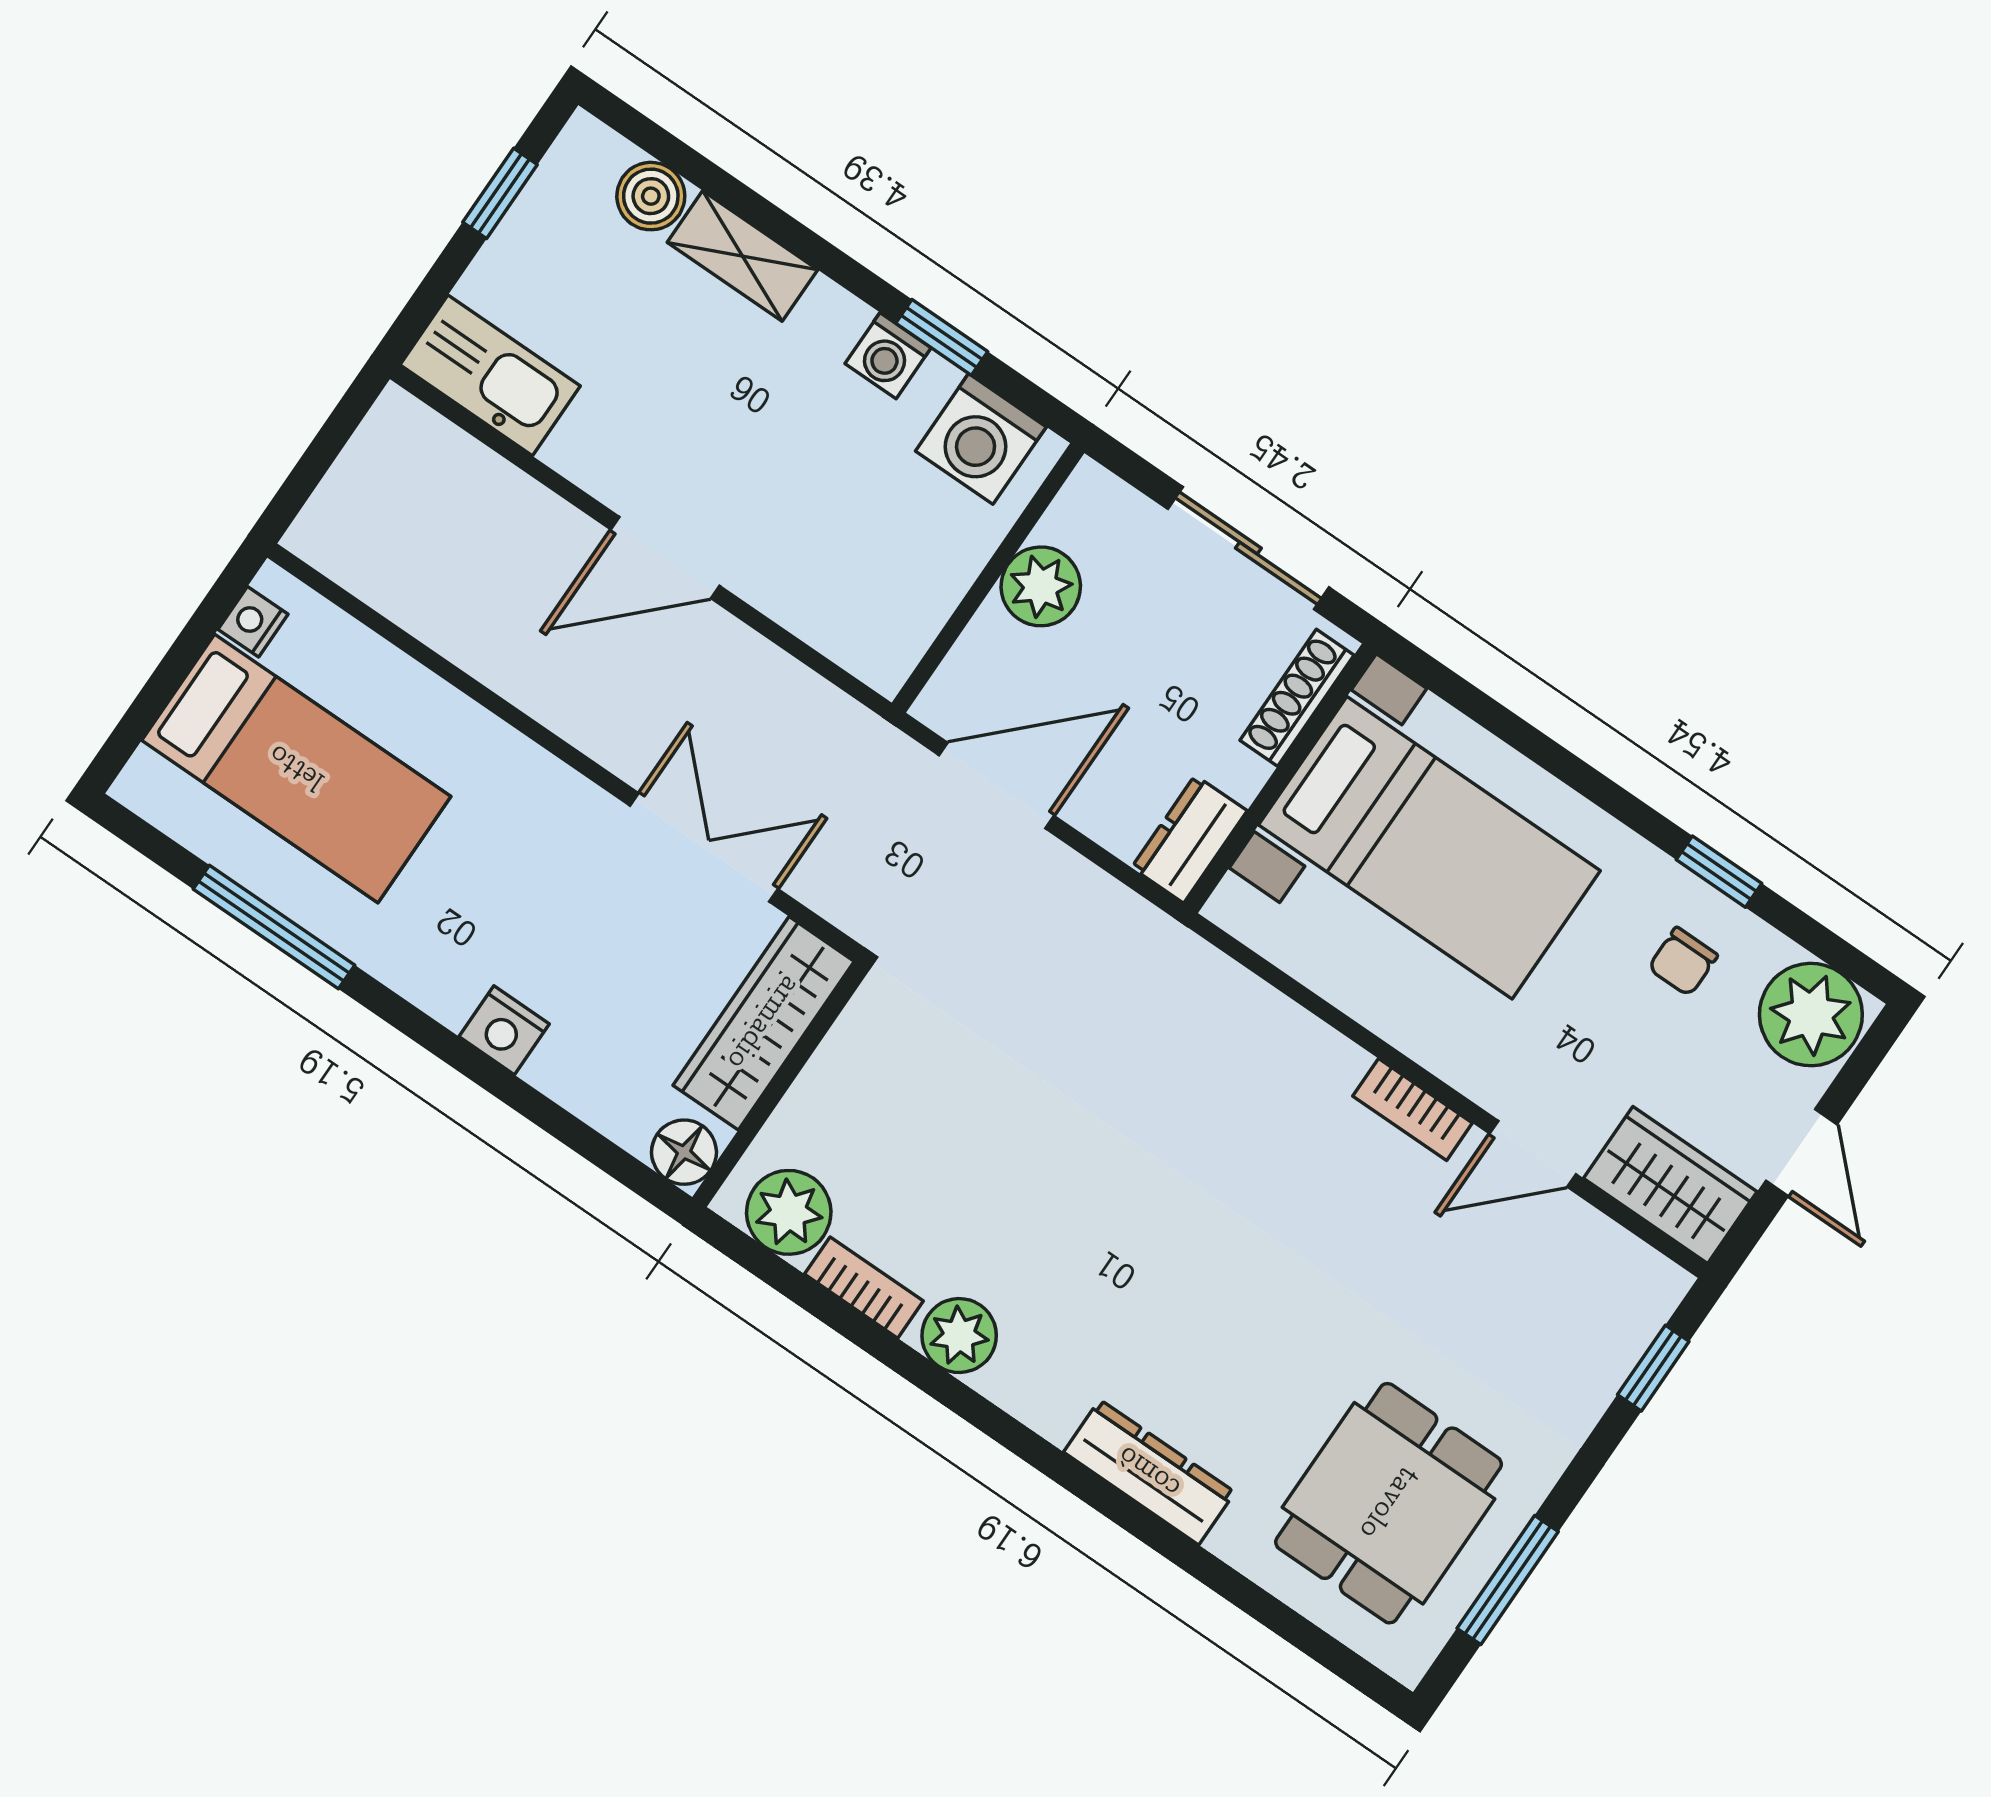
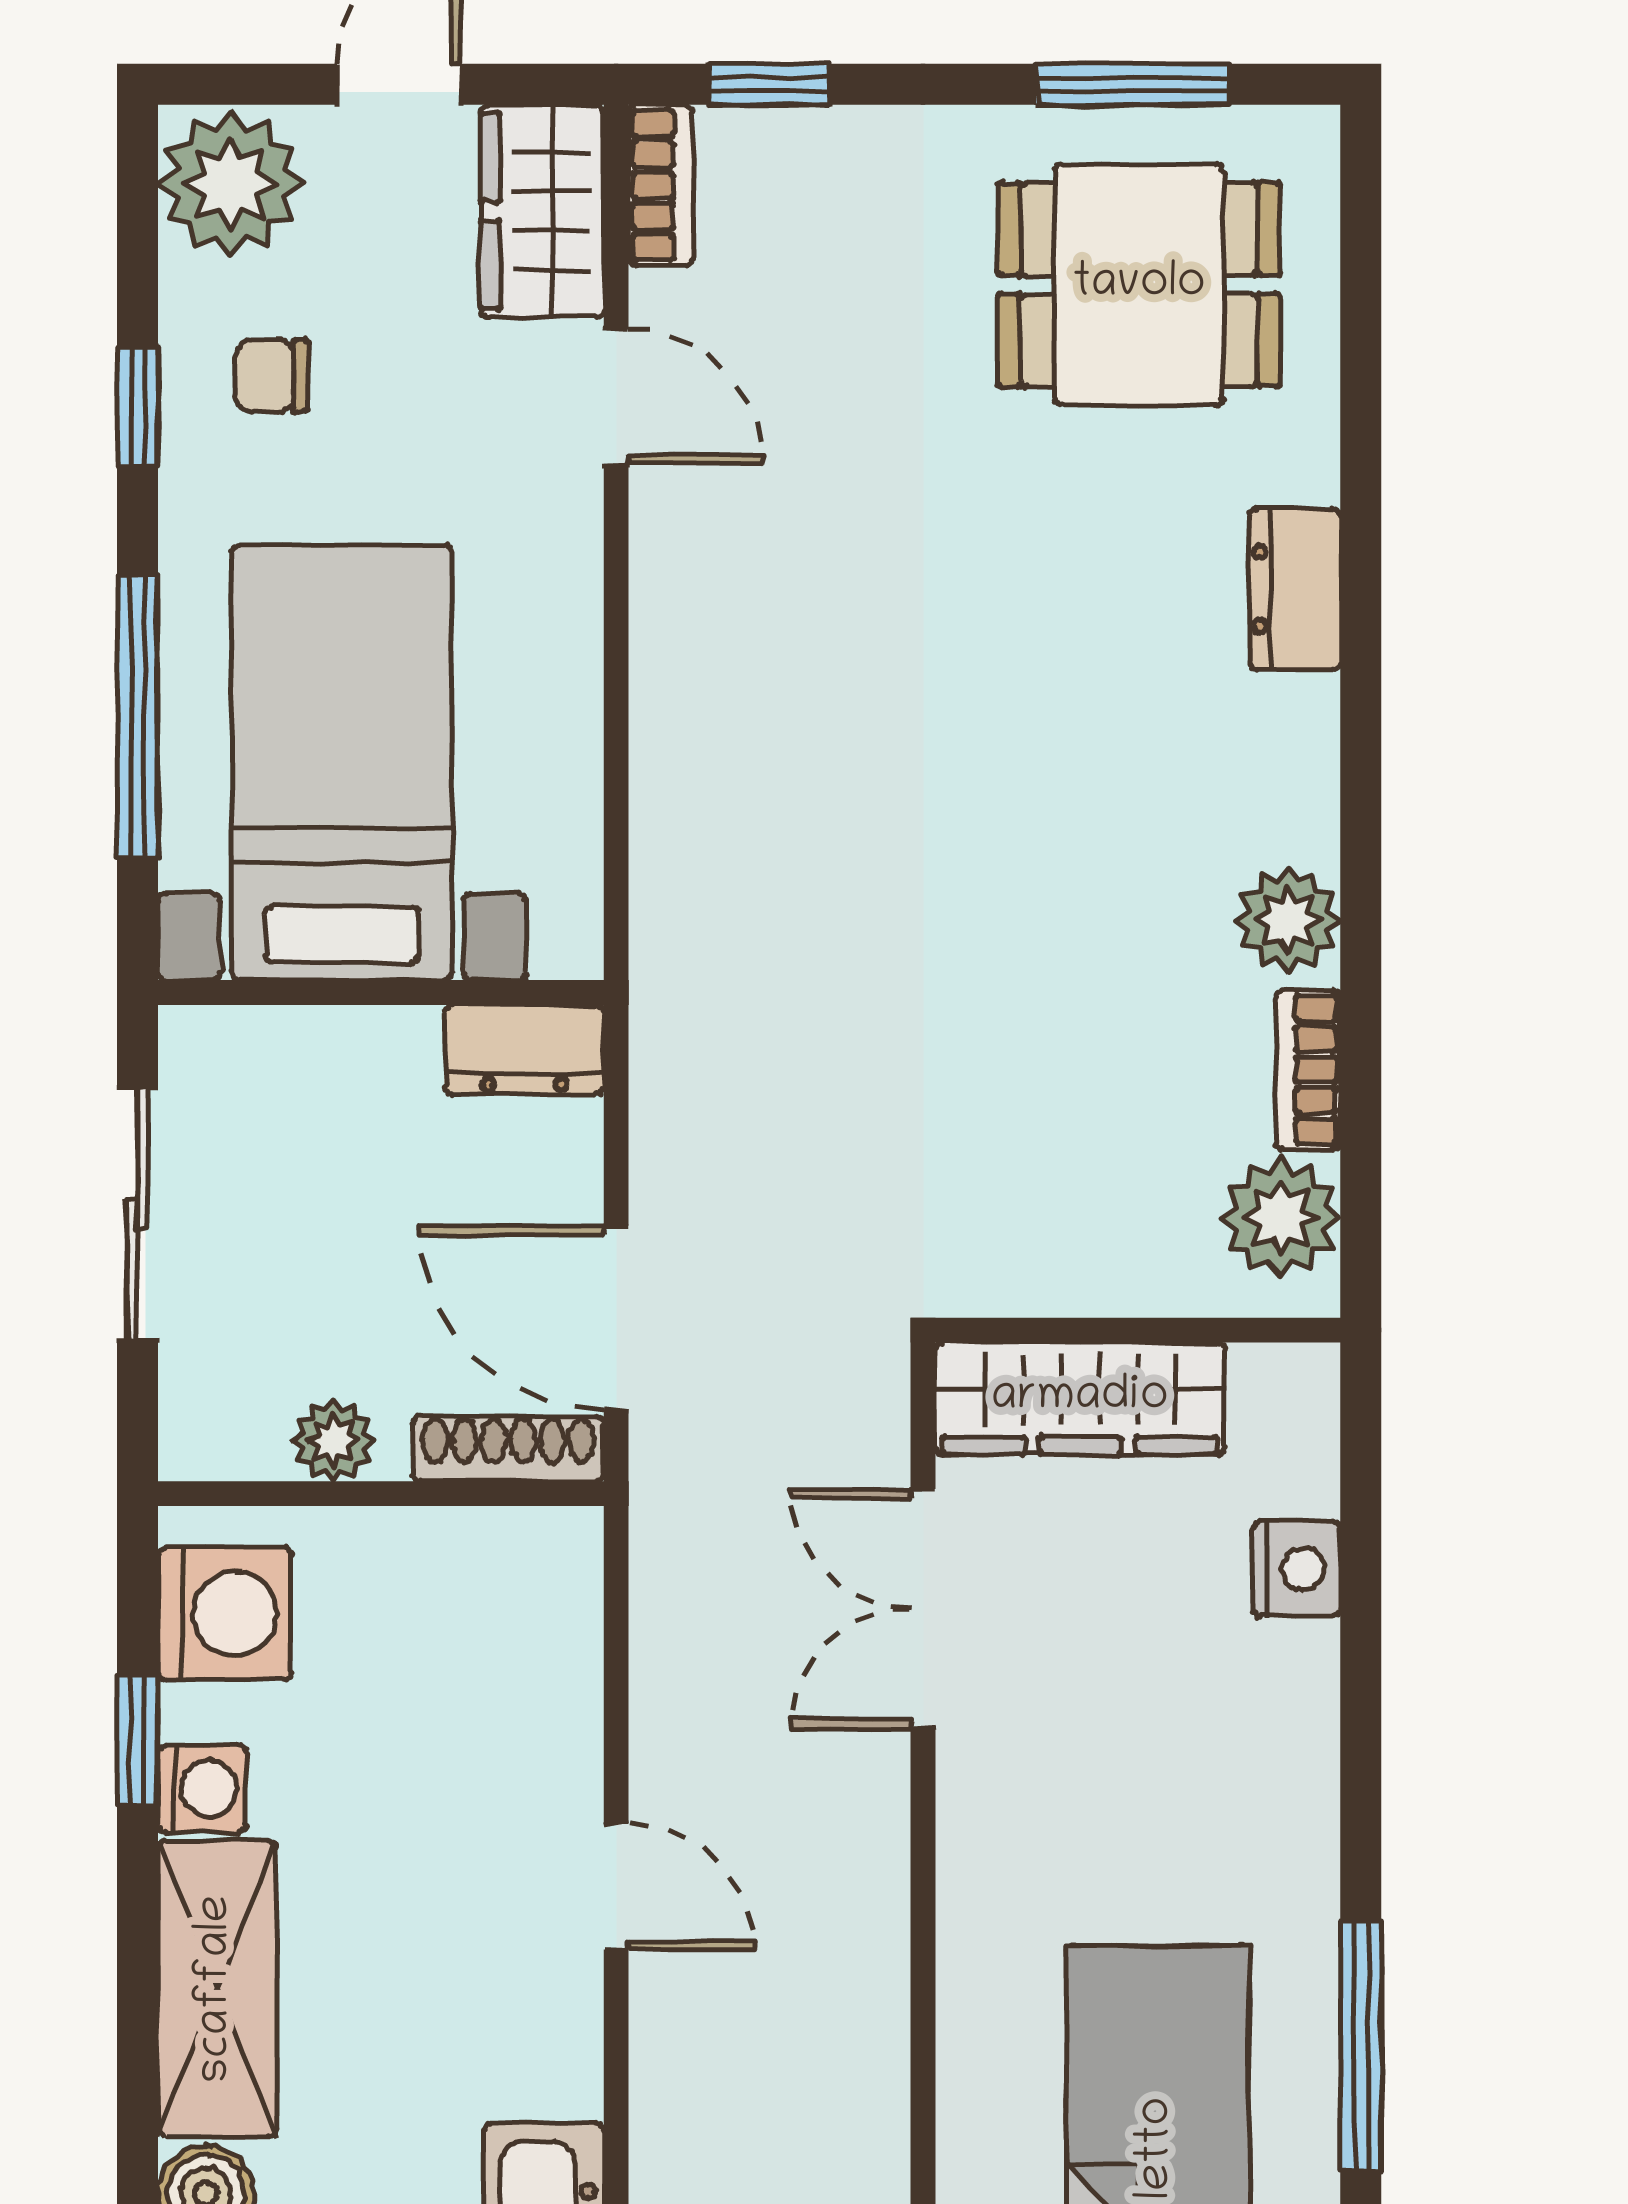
shelving: (742, 256) -> (217, 1989), width x1.50, depth x1.33
door: (665, 558) -> (616, 1887), width x0.73
plant: (1041, 586) -> (333, 1441), width x0.73, depth x0.73
shoe rack: (1297, 698) -> (508, 1449), moved, turned 180
window: (1538, 747) -> (137, 716), added
chair: (1683, 962) -> (271, 376), turned 180
nightstand: (504, 1030) -> (1297, 1569), moved
bookcase: (1413, 1110) -> (661, 185), moved
floor lamp: (684, 1152) -> (1295, 1388), removed
dresser: (1149, 1472) -> (1295, 589), width x0.70

